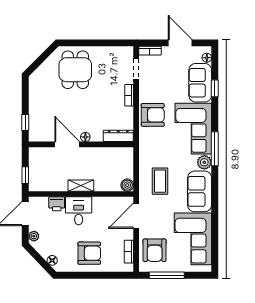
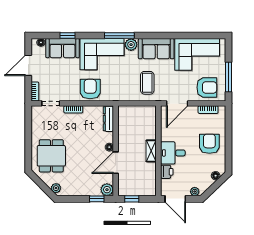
dining table: (75, 70) -> (51, 156), turned 90
plant: (38, 75) -> (56, 188), added
plant: (36, 134) -> (107, 190), added
window: (25, 175) -> (132, 199), moved
coffee table: (160, 181) -> (147, 83), turned 90
boiler: (127, 185) -> (151, 111), removed
door: (136, 216) -> (177, 103), hinge flipped

